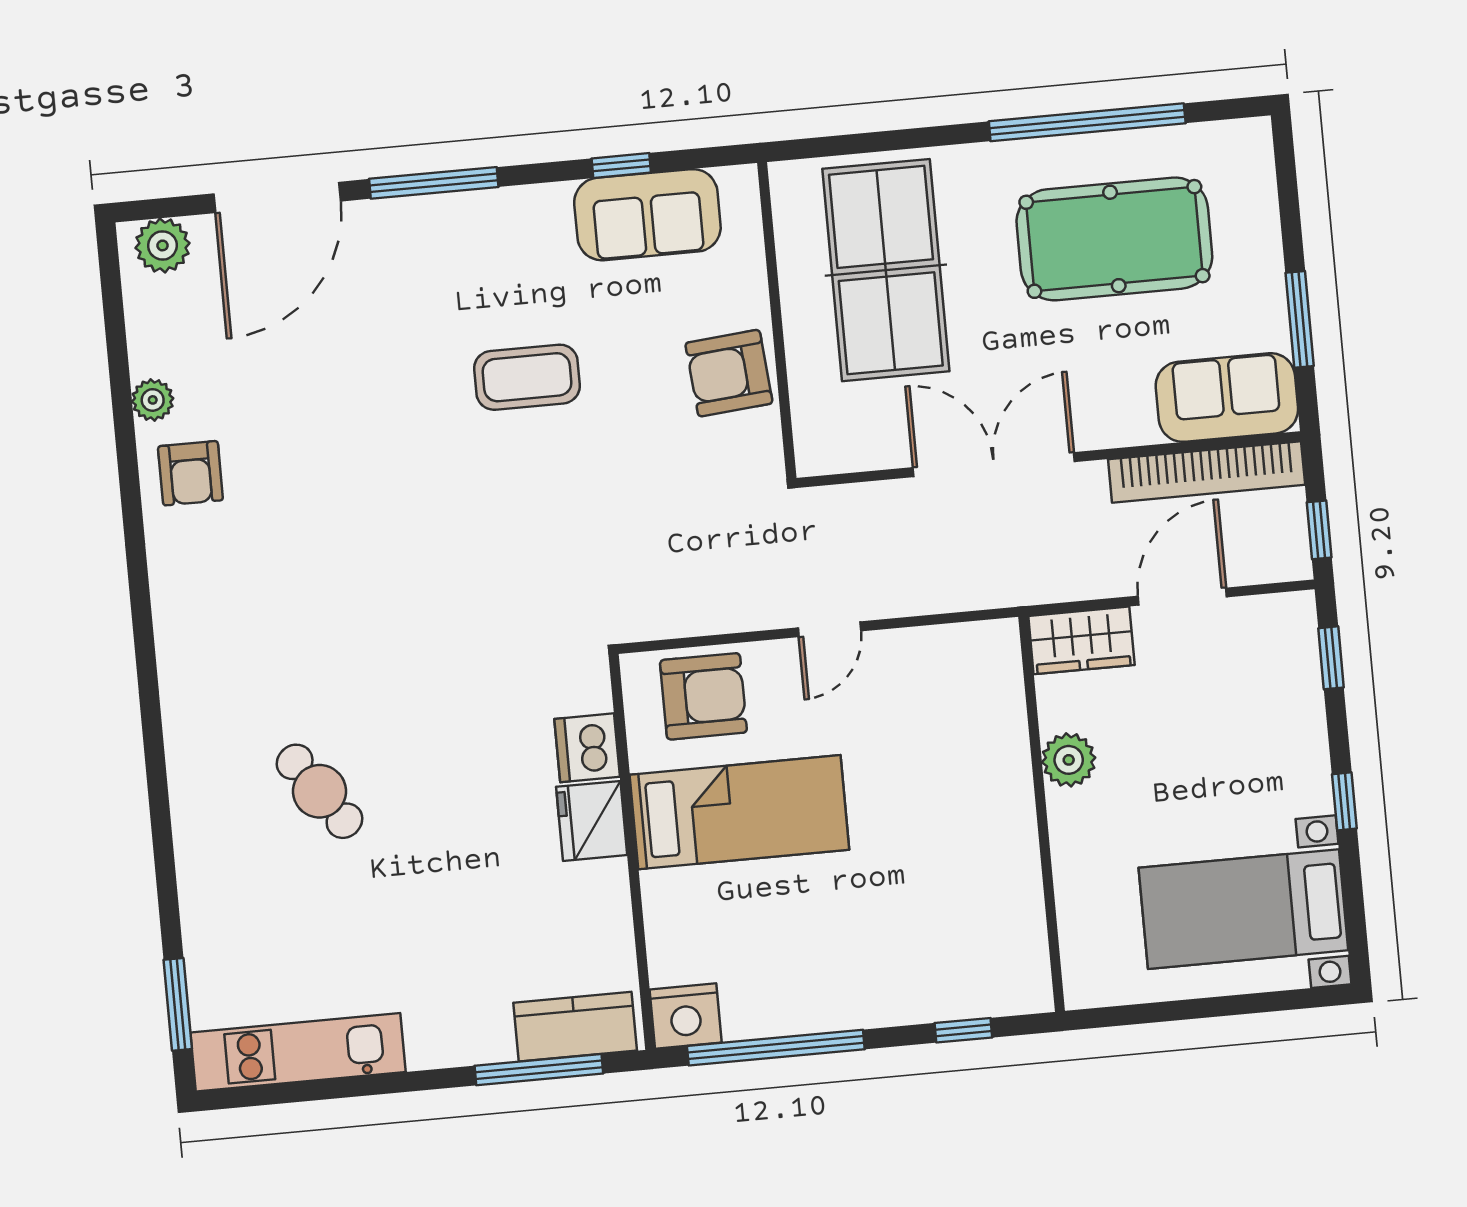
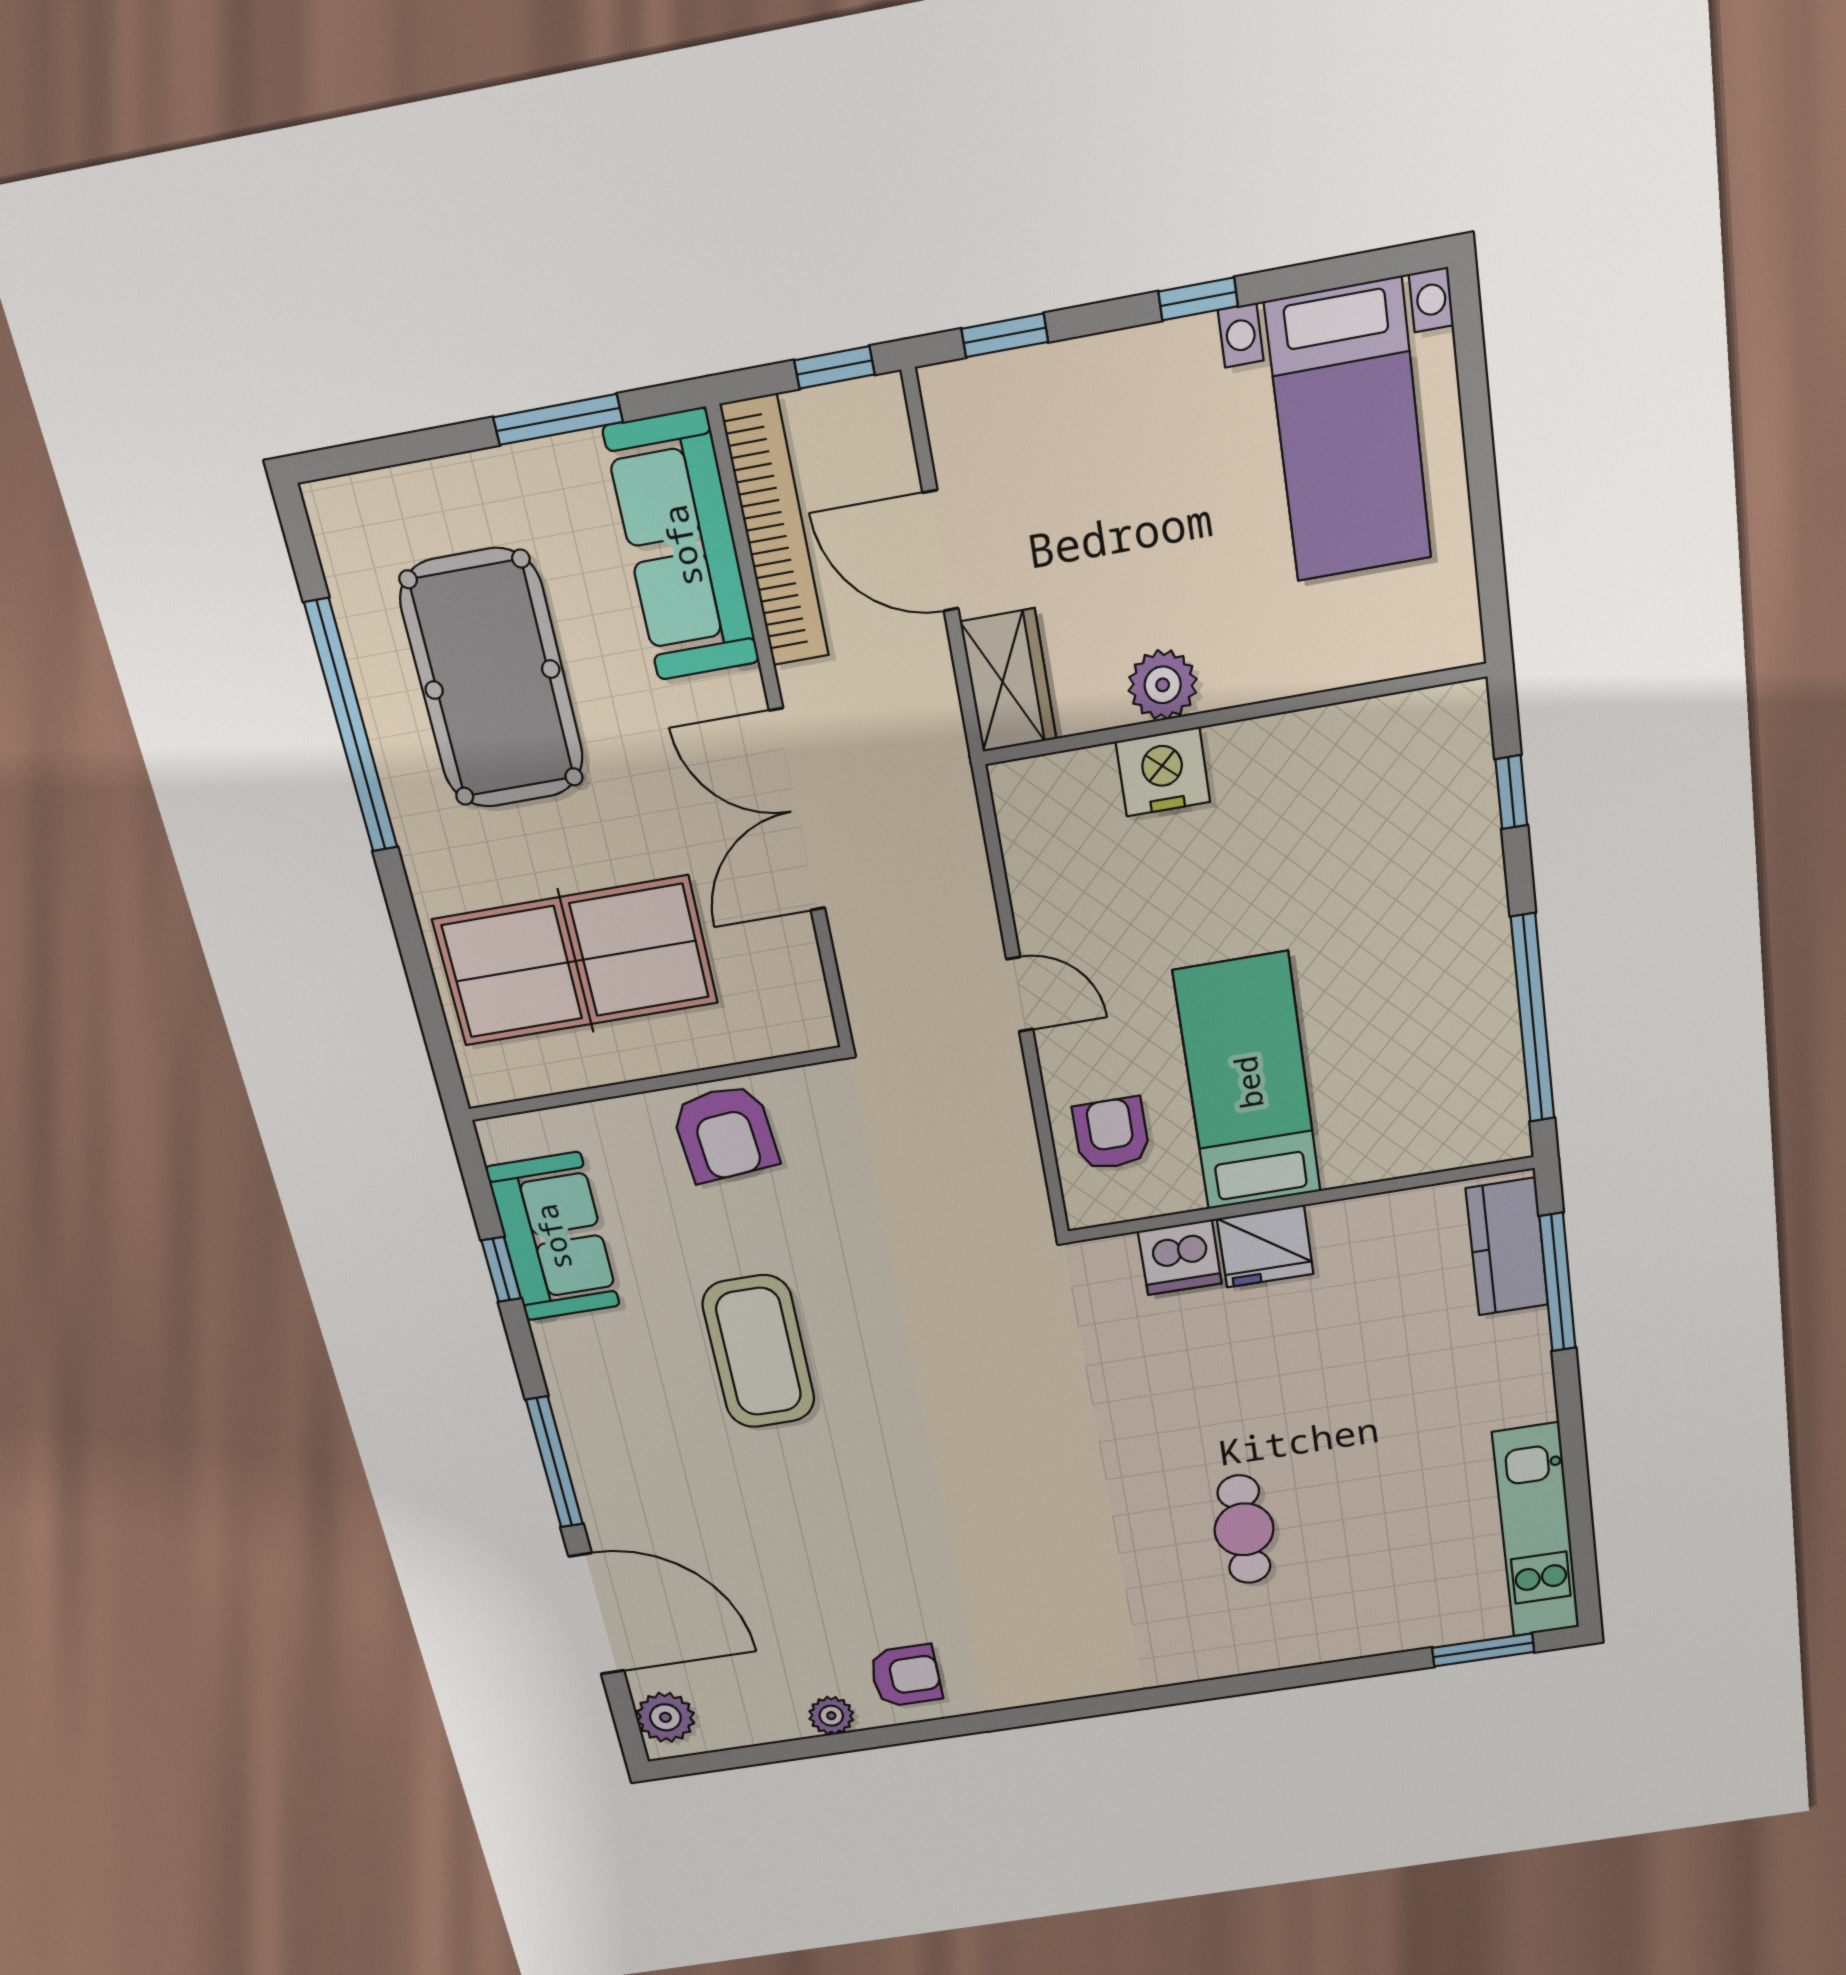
coffee table: (527, 377) -> (759, 1352), width x1.36, depth x1.32
sofa: (1227, 398) -> (682, 546), width x1.36
armchair: (703, 696) -> (1111, 1134), width x0.72, depth x0.72
cafe table: (320, 791) -> (1244, 1529), turned -55
nightstand: (686, 1016) -> (1163, 772), moved, turned -90

